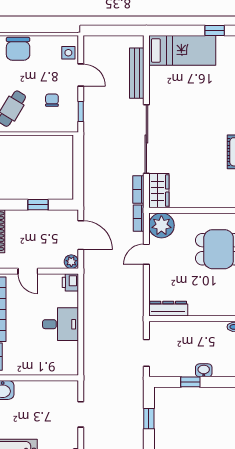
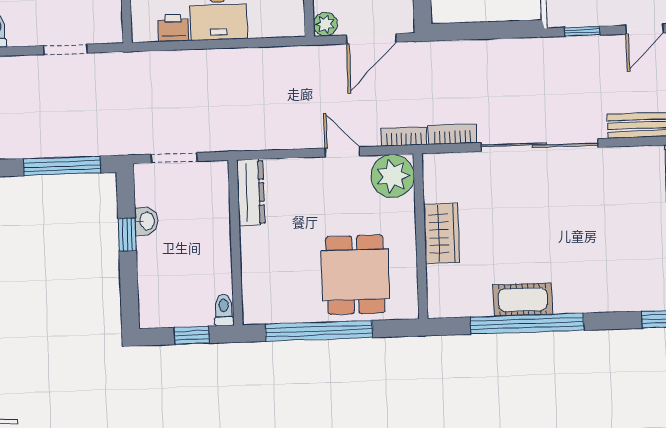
wardrobe: (159, 191) -> (442, 233), moved, turned -90
printer: (70, 282) -> (173, 28), moved
washbasin: (204, 370) -> (146, 221), moved
window: (149, 419) -> (62, 166), width x2.17

